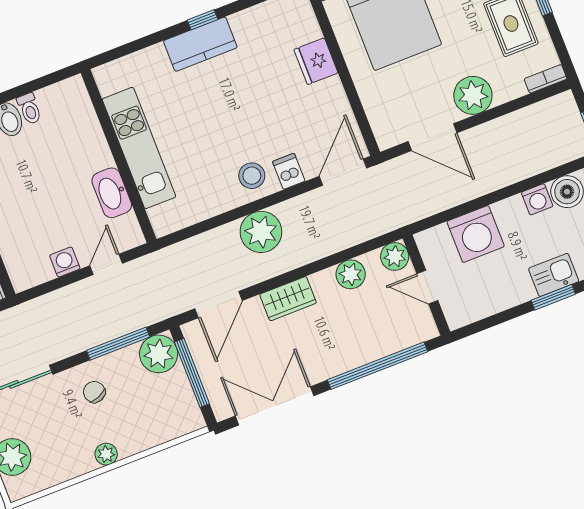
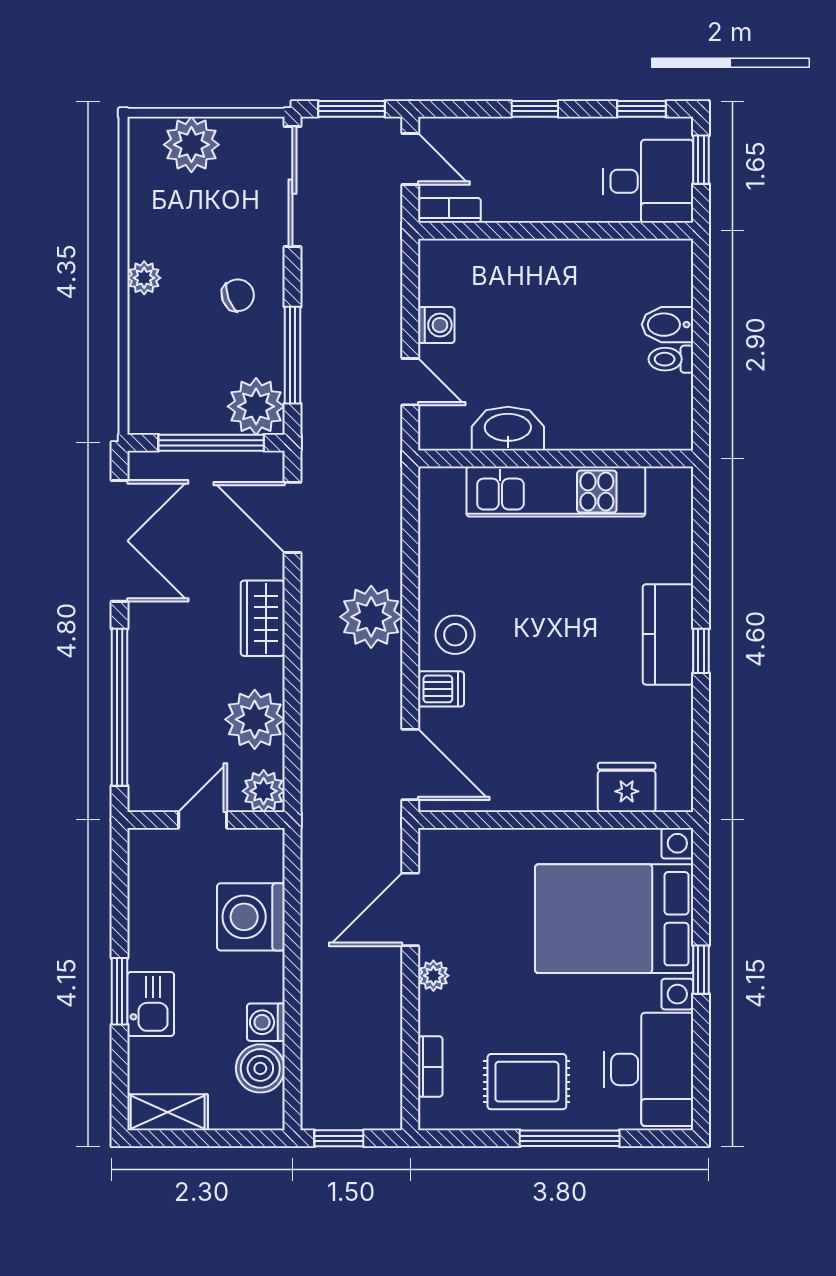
fridge: (316, 61) -> (627, 787), moved
bookcase: (546, 79) -> (430, 1067), moved
plant: (473, 95) -> (433, 976), width x0.53, depth x0.53
plant: (351, 274) -> (255, 719), width x1.36, depth x1.36

